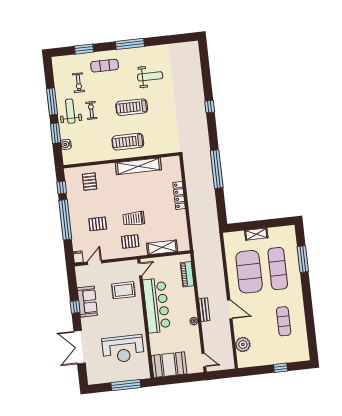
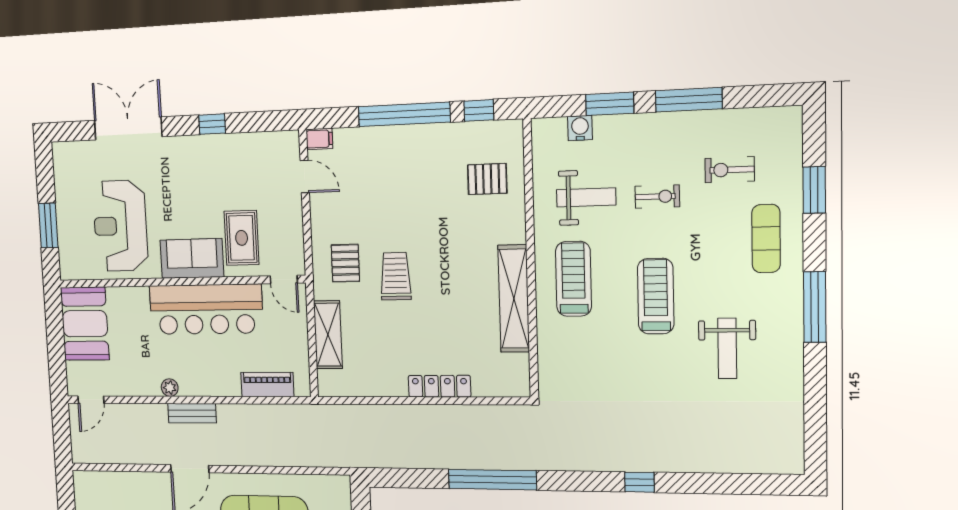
weight bench: (70, 111) -> (586, 197), moved
pallet: (98, 224) -> (389, 191), removed
sofa: (87, 302) -> (192, 259), moved, turned 180
plant: (243, 344) -> (118, 487), removed
window: (126, 385) -> (48, 225), width x0.69

